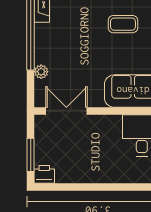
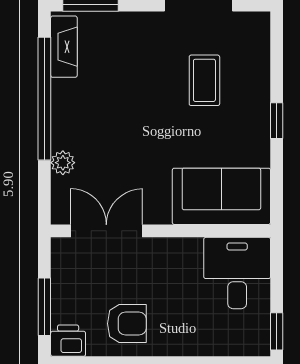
coffee table: (123, 24) -> (204, 80), turned 90
armchair: (78, 165) -> (127, 324), added

